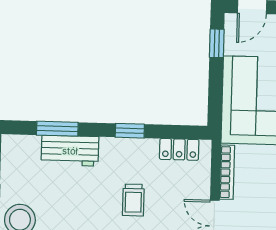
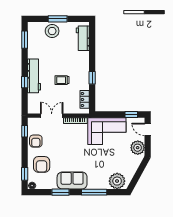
window: (57, 129) -> (92, 46), removed
workbench: (70, 151) -> (83, 38), moved

